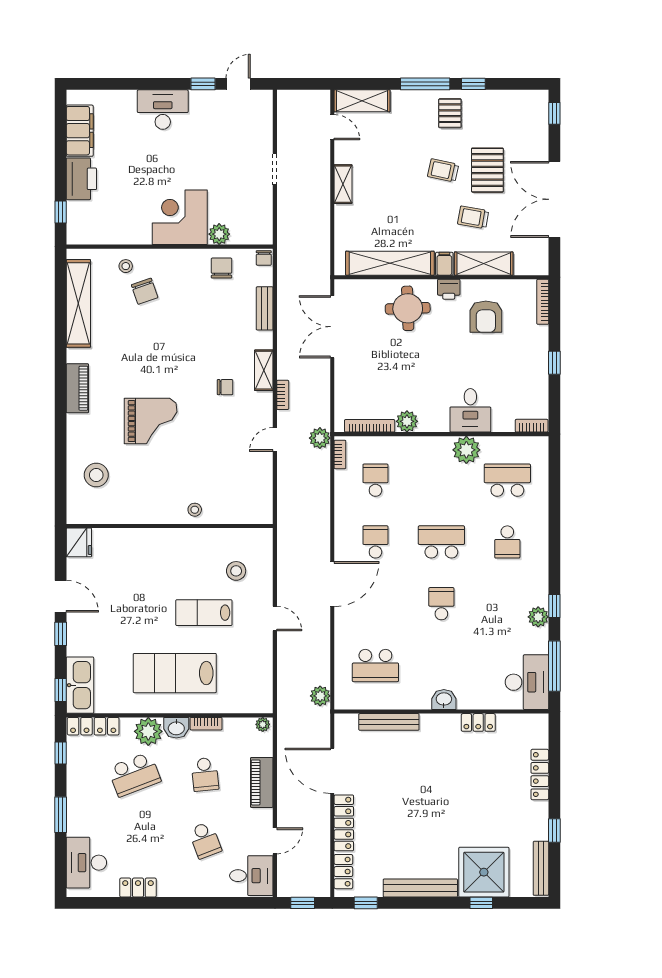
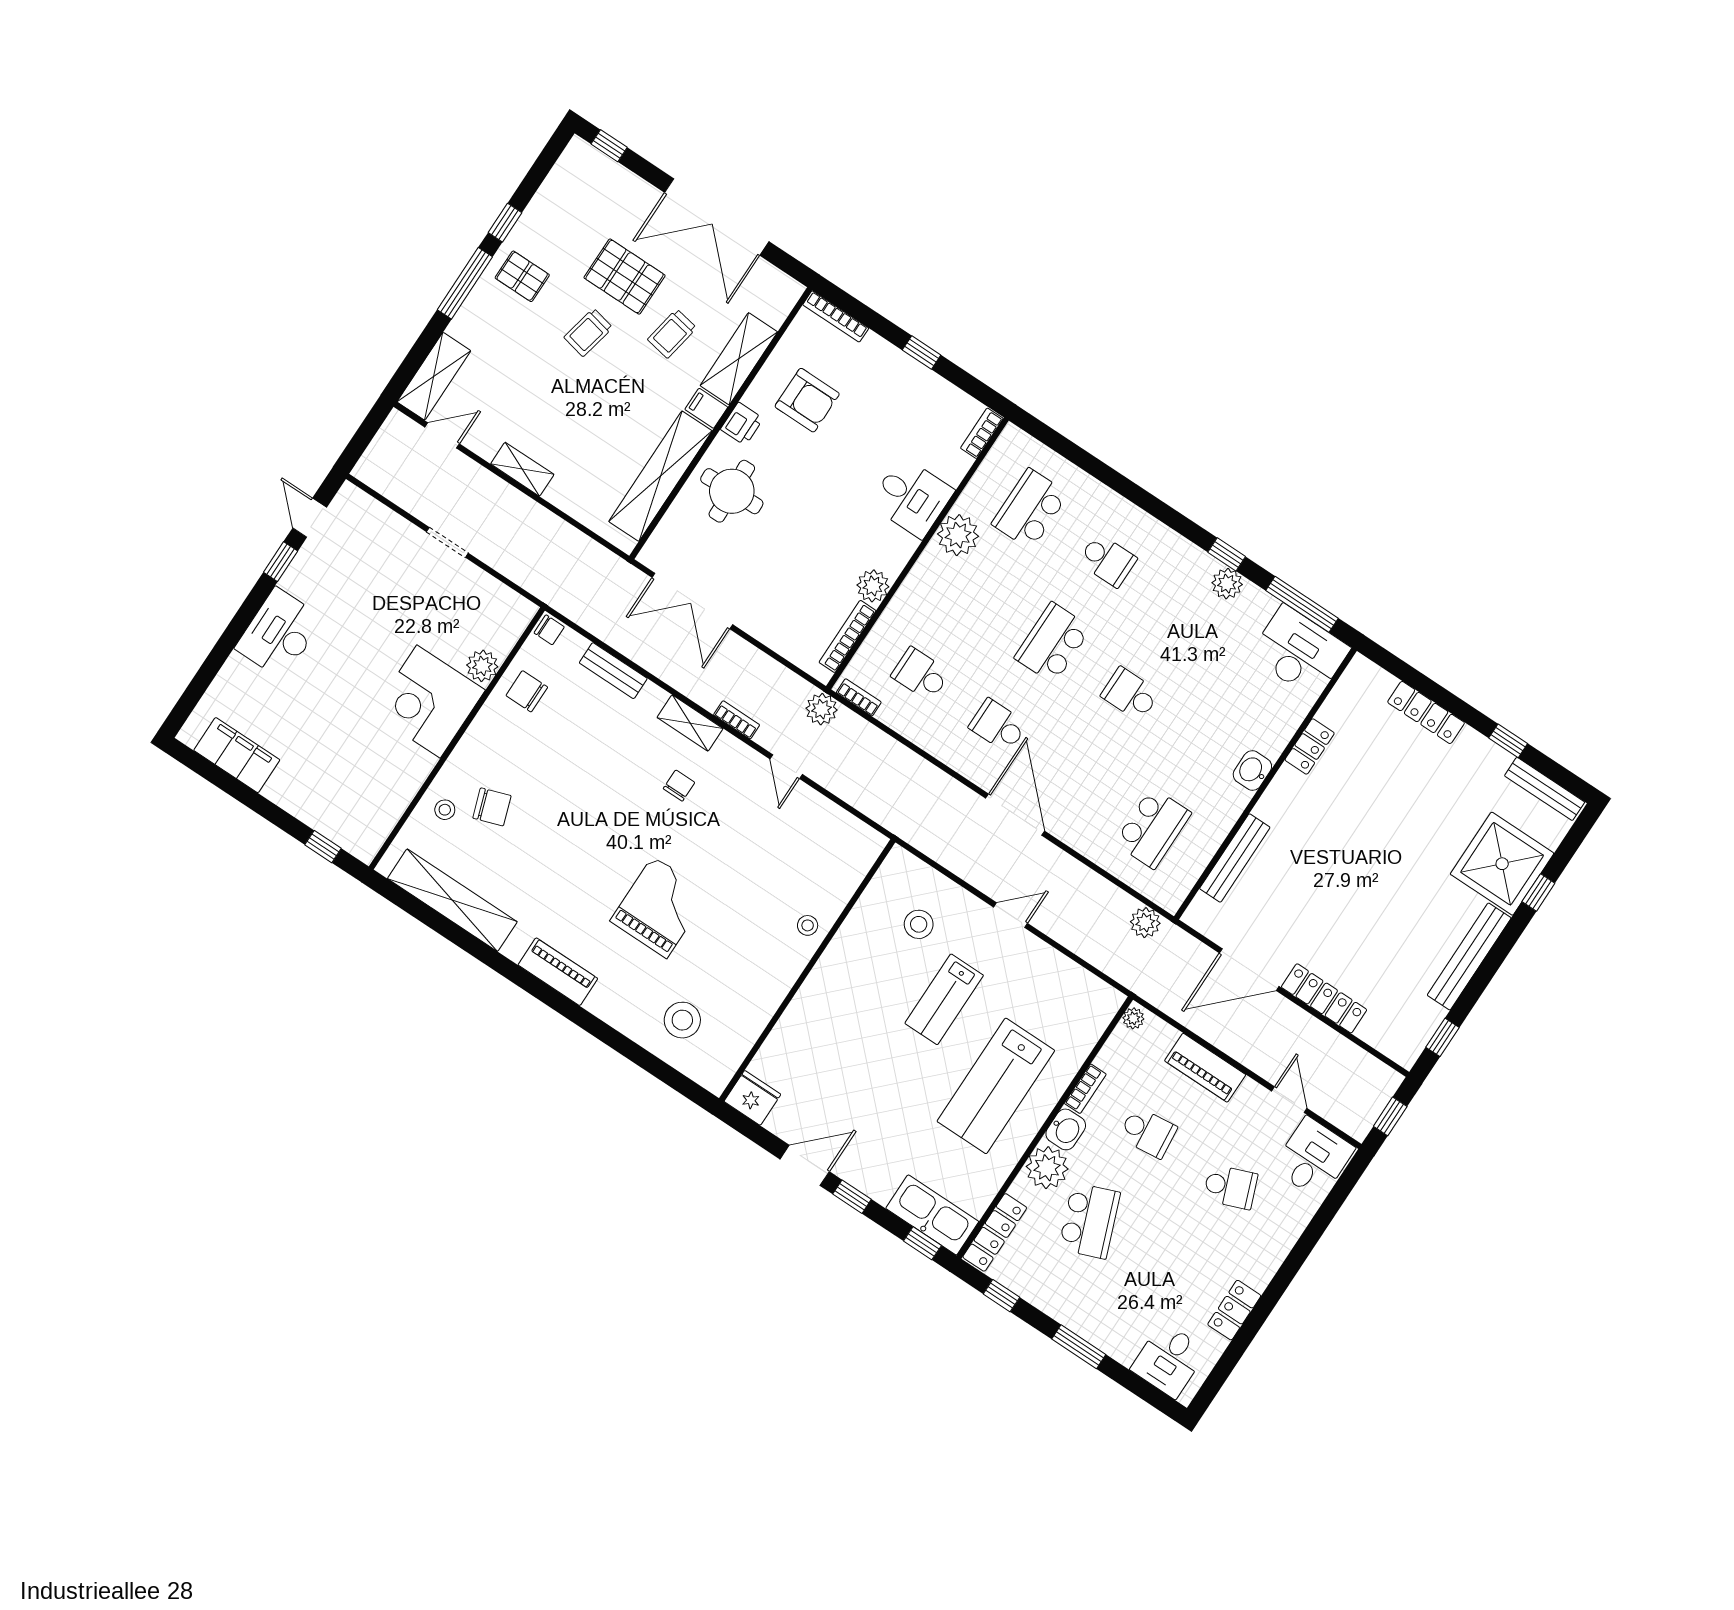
printer: (81, 179) -> (299, 793), removed
desk: (86, 863) -> (1169, 1360), width x0.73
locker: (343, 872) -> (1385, 1039), removed

